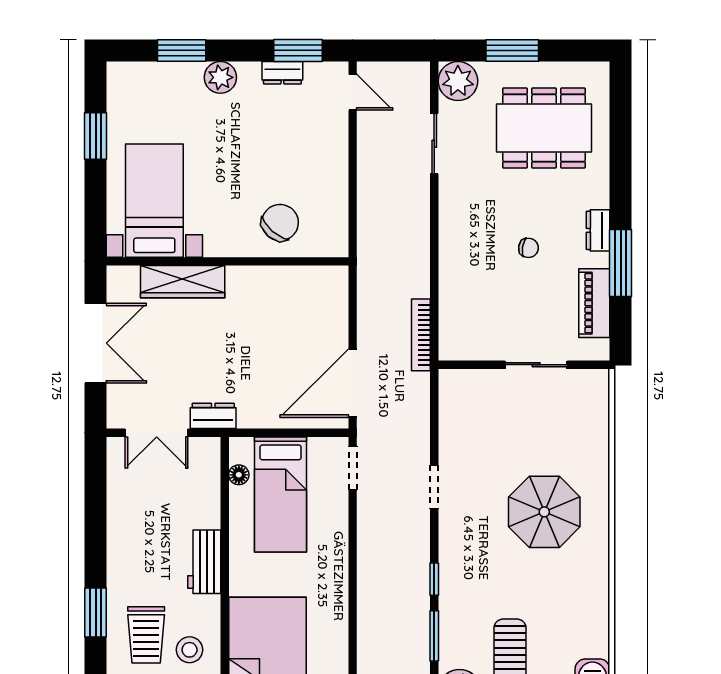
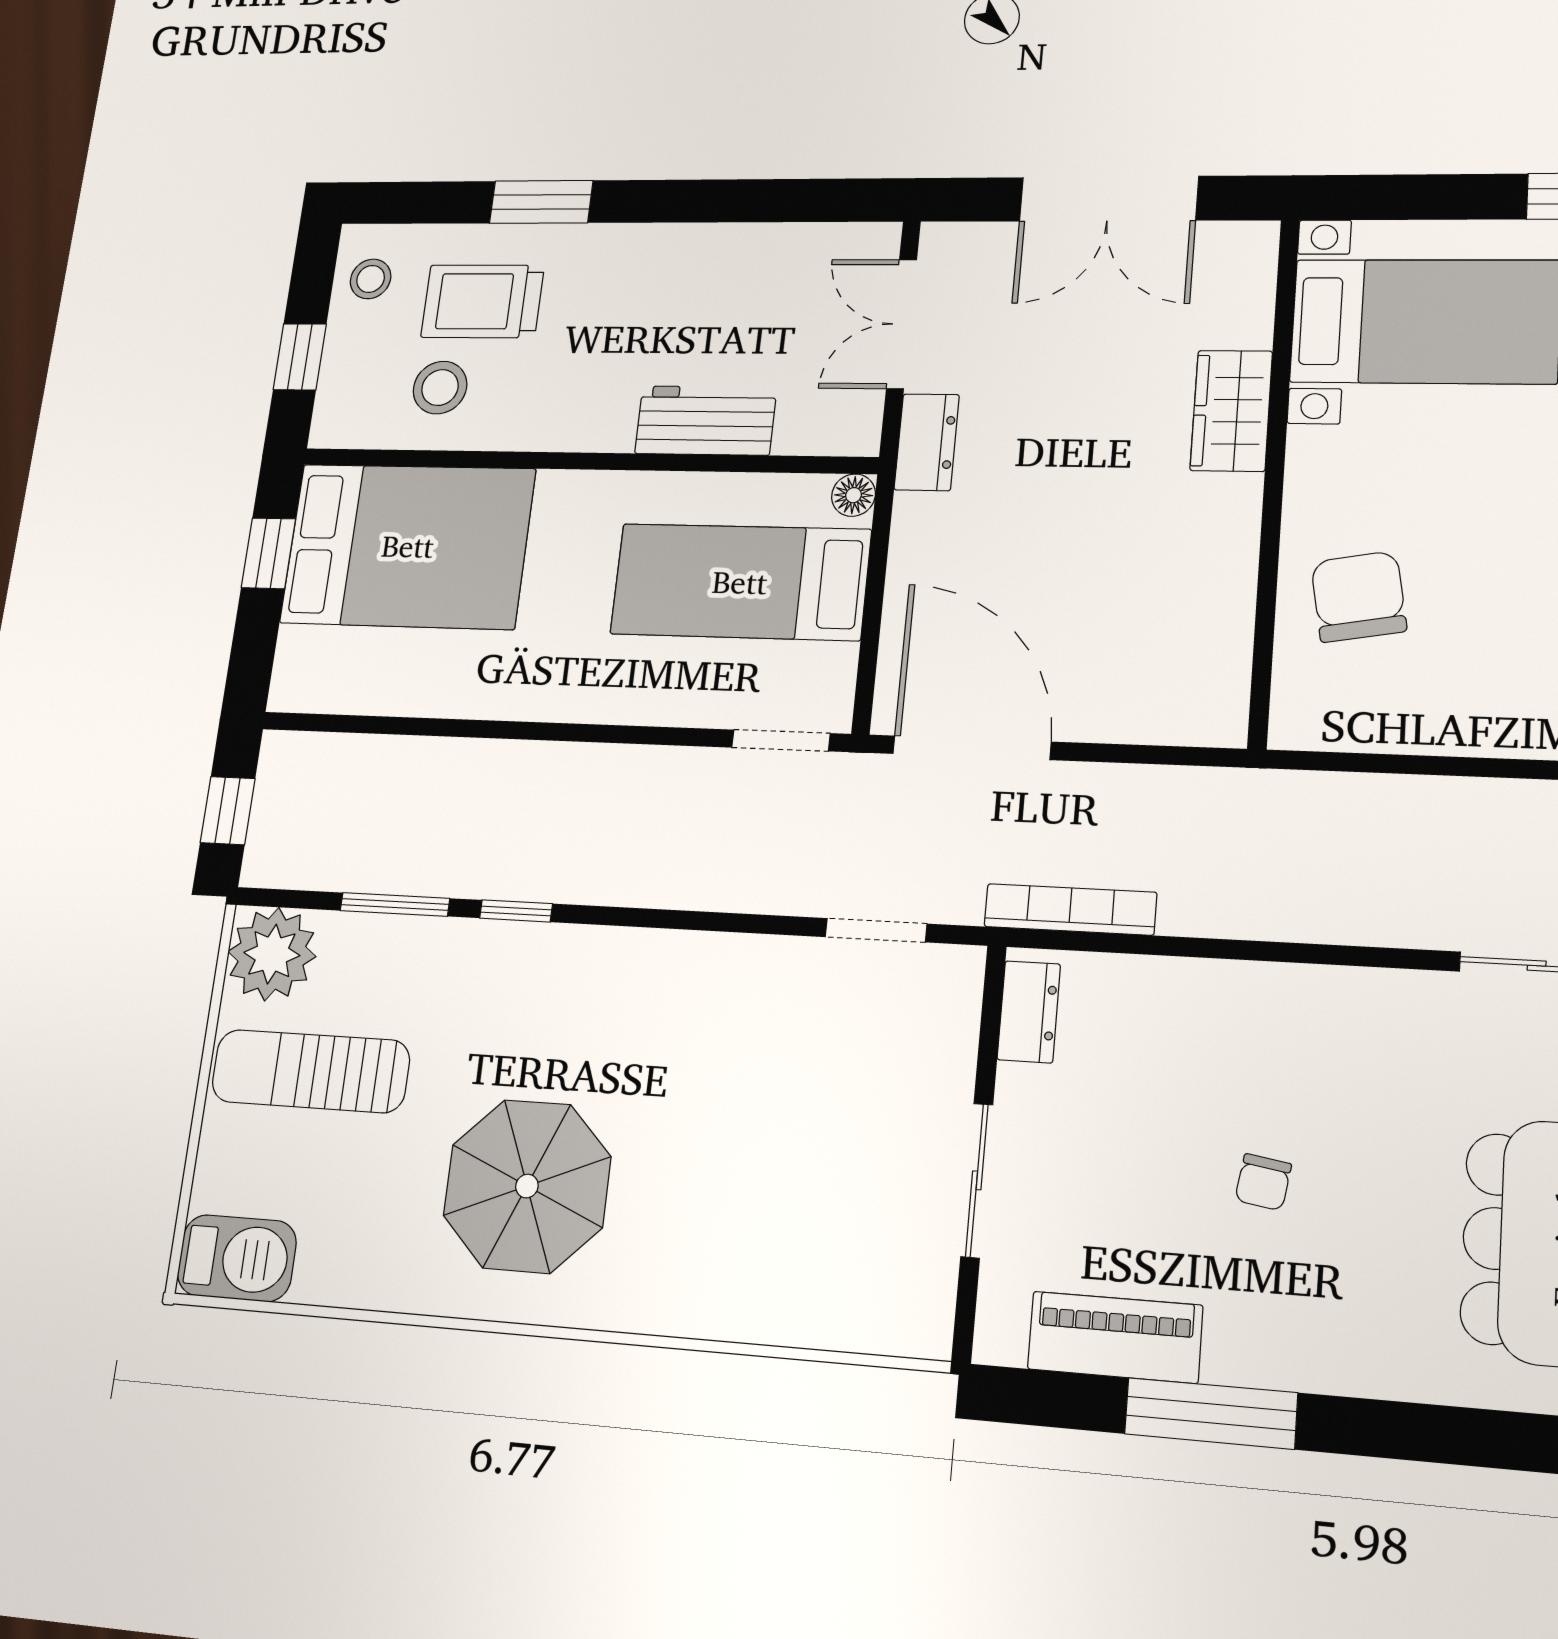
chair: (280, 223) -> (1359, 597), turned -141
dresser: (598, 230) -> (1029, 1012), moved, turned 90
wardrobe: (183, 282) -> (1231, 411), width x0.67
floor lamp: (239, 475) -> (854, 495), moved
doorway: (434, 487) -> (876, 930), moved
parasol: (544, 512) -> (527, 1186), moved
workbench: (204, 562) -> (706, 420), moved

